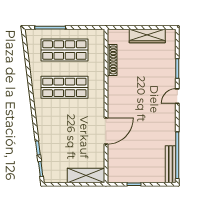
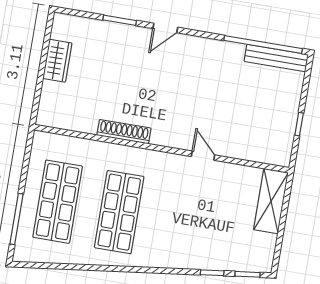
wardrobe: (147, 36) -> (57, 61), width x0.67
shoe rack: (112, 60) -> (124, 132), moved
door: (177, 96) -> (165, 28), hinge flipped
door: (106, 131) -> (203, 156), width x0.53

